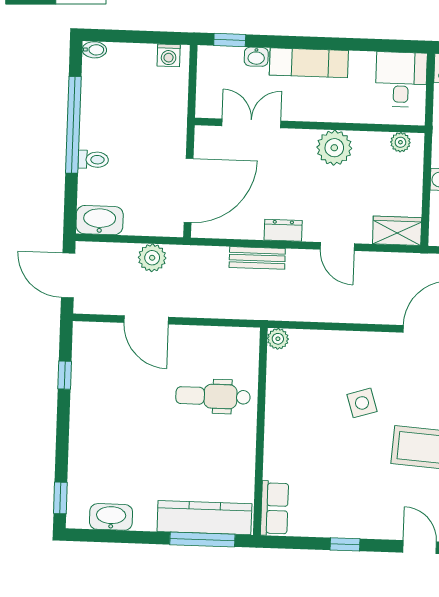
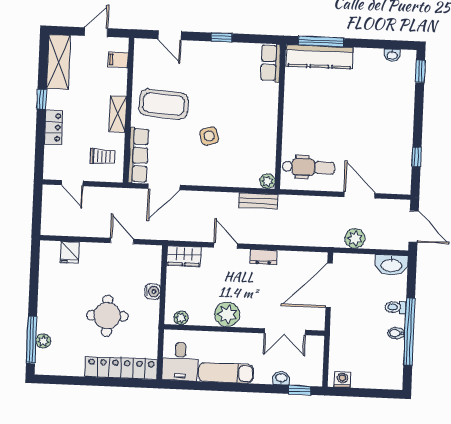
bidet: (94, 50) -> (396, 333), moved
exam couch: (309, 63) -> (226, 373), moved
bench: (257, 258) -> (258, 201), moved
dental chair: (213, 396) -> (308, 167), moved
washbasin: (111, 517) -> (392, 55), width x0.52, depth x0.69

